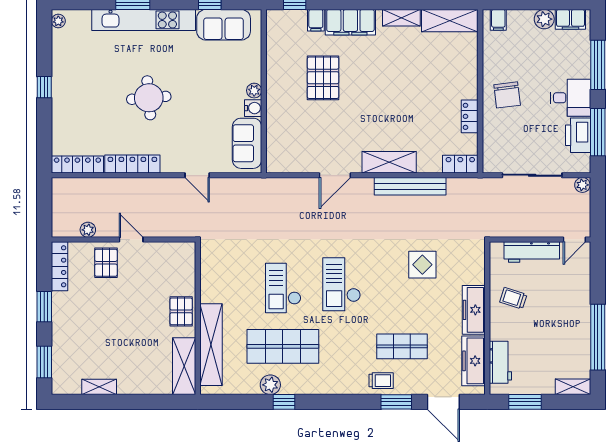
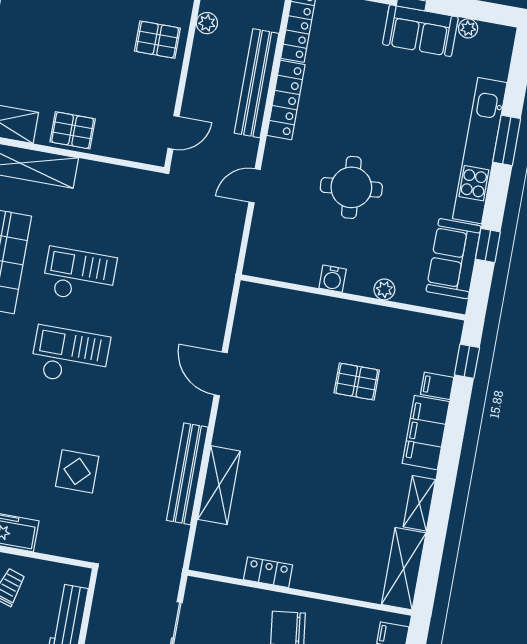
plant: (58, 21) -> (468, 28), moved
pallet: (323, 78) -> (357, 382), width x0.67, depth x0.71
plant: (254, 91) -> (384, 289), moved
round table: (149, 98) -> (351, 187), moved
sofa: (247, 143) -> (420, 31), moved, turned 180
shelving: (389, 162) -> (219, 485), moved
locker: (460, 164) -> (205, 548), removed
bench: (124, 187) -> (257, 83), added
door: (131, 240) -> (173, 132), moved

